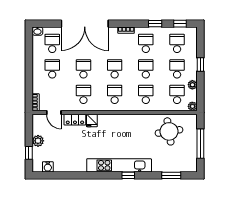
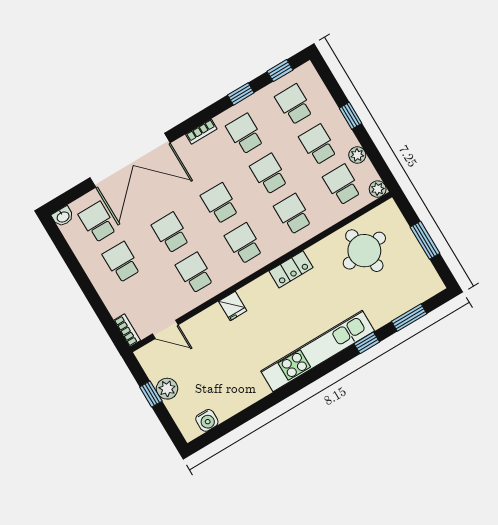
locker: (75, 120) -> (291, 269), moved
window: (200, 144) -> (425, 240), width x0.69
window: (29, 153) -> (151, 394), moved
window: (128, 175) -> (367, 343), moved

